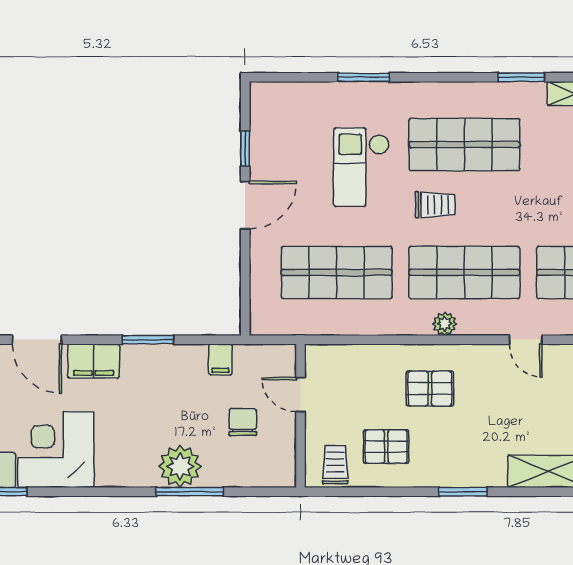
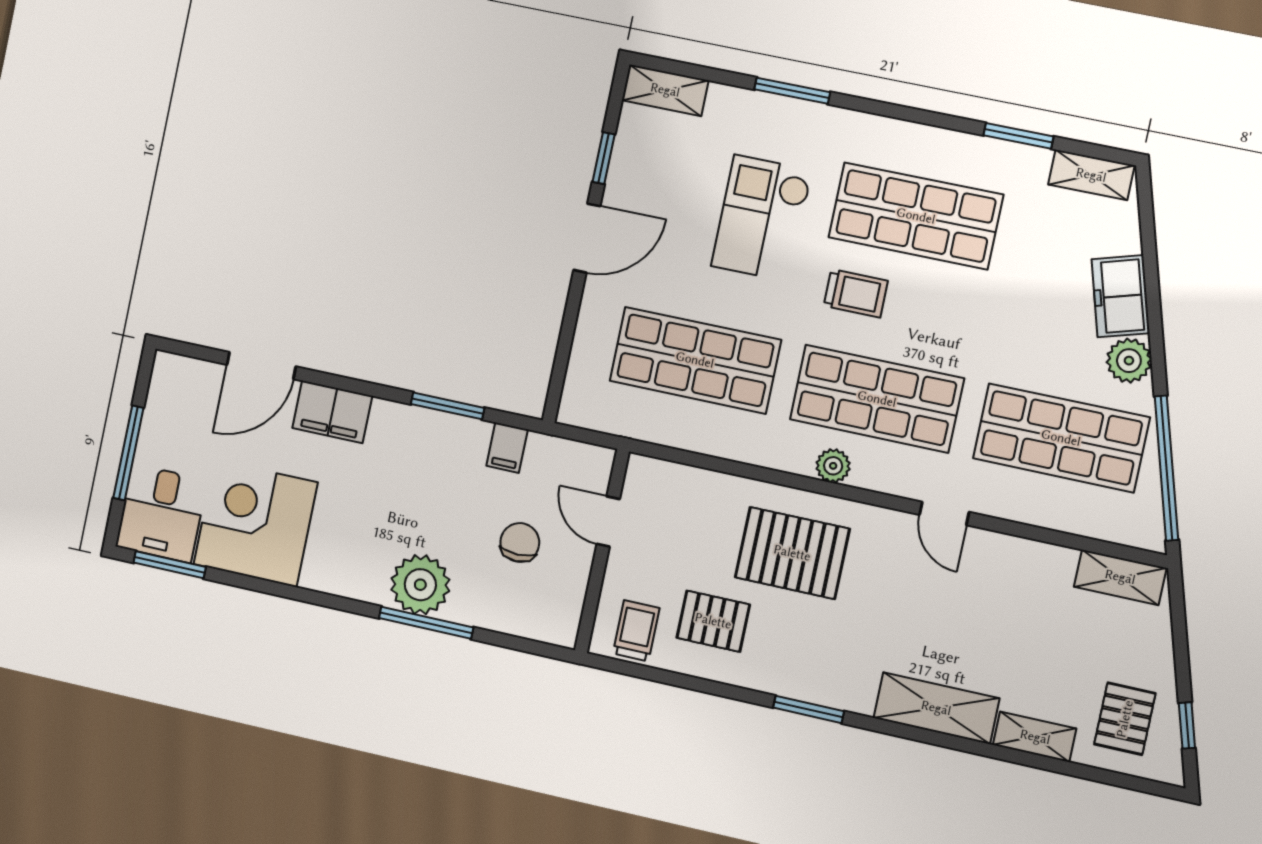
shelving: (278, 94) -> (665, 90), added
door: (37, 340) -> (261, 366), hinge flipped
window: (148, 340) -> (448, 406), moved
pallet: (430, 389) -> (792, 553), width x1.50, depth x1.42

